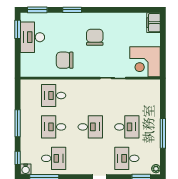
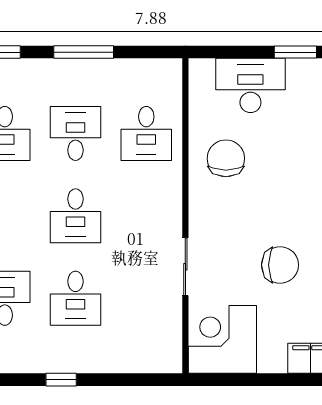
desk: (32, 37) -> (250, 85), moved
chair: (95, 37) -> (280, 265), moved
desk: (54, 96) -> (146, 133), turned 180
window: (163, 133) -> (61, 380), width x0.46

